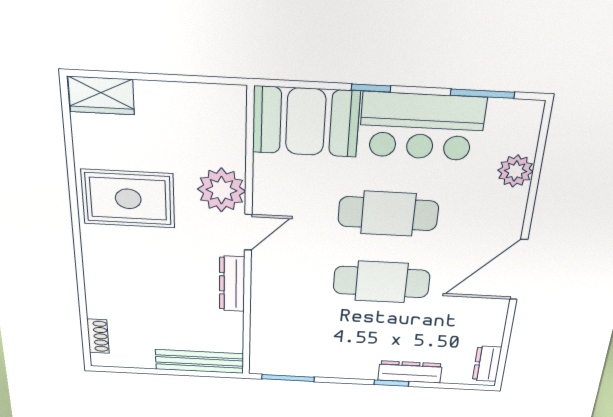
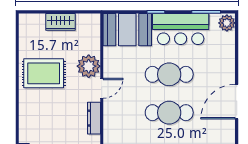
wardrobe: (101, 95) -> (60, 22), moved
plant: (515, 171) -> (227, 23), moved

